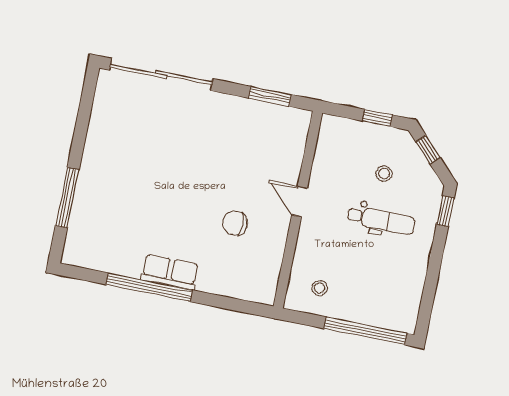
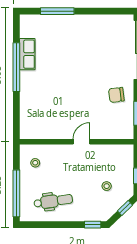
dental chair: (381, 220) -> (53, 201), moved, turned -98
chair: (235, 223) -> (116, 95), moved, turned -97
row of seats: (170, 272) -> (27, 54), moved

